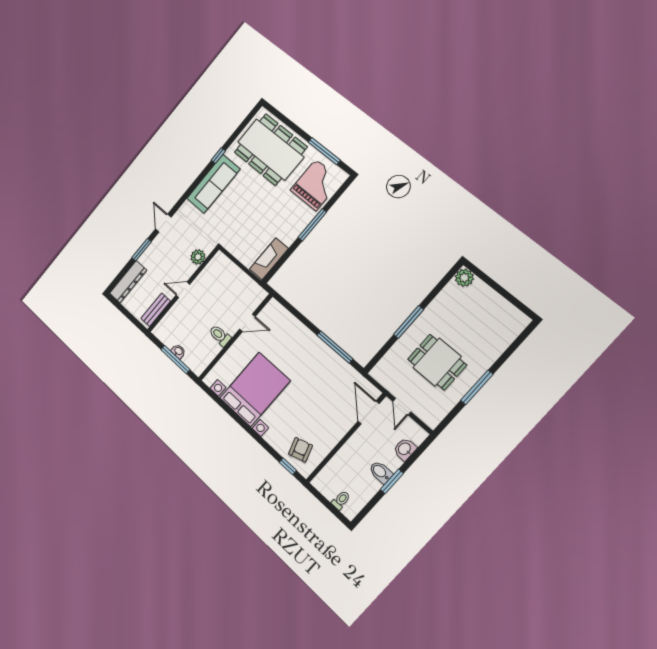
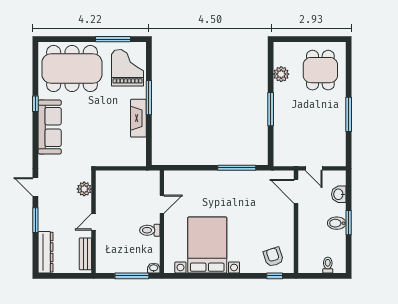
fireplace: (269, 259) -> (138, 118), moved
plant: (464, 278) -> (281, 74), moved
washbasin: (178, 351) -> (154, 268), moved
dining table: (437, 362) -> (320, 70), moved, turned 90

